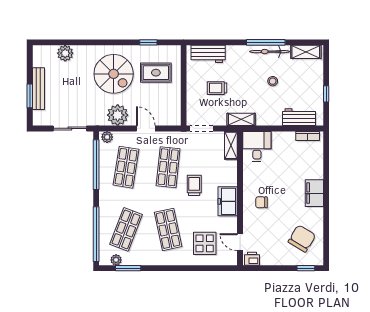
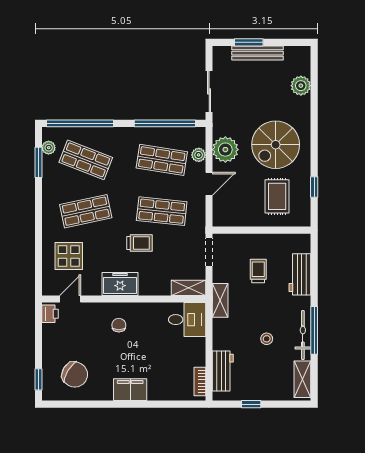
workbench: (208, 54) -> (300, 274), moved
plant: (107, 137) -> (199, 155), moved

